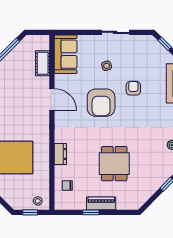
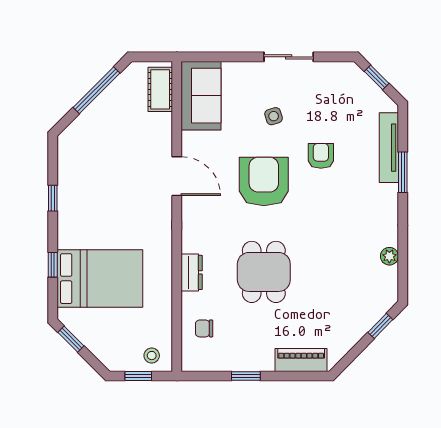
cot: (43, 63) -> (160, 89), moved
armchair: (101, 103) -> (264, 181), turned 180
dining table: (114, 164) -> (264, 272), moved
piano: (101, 203) -> (301, 360), moved

